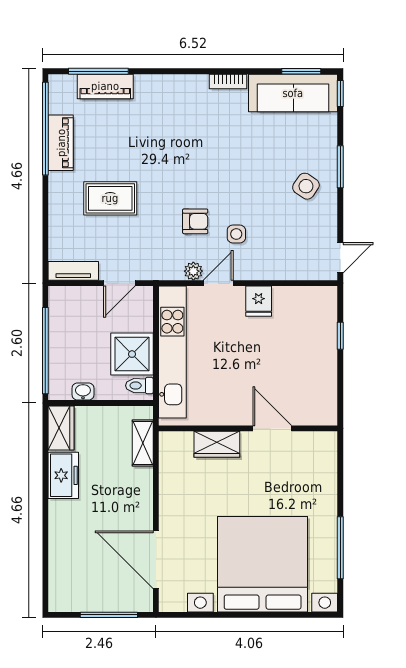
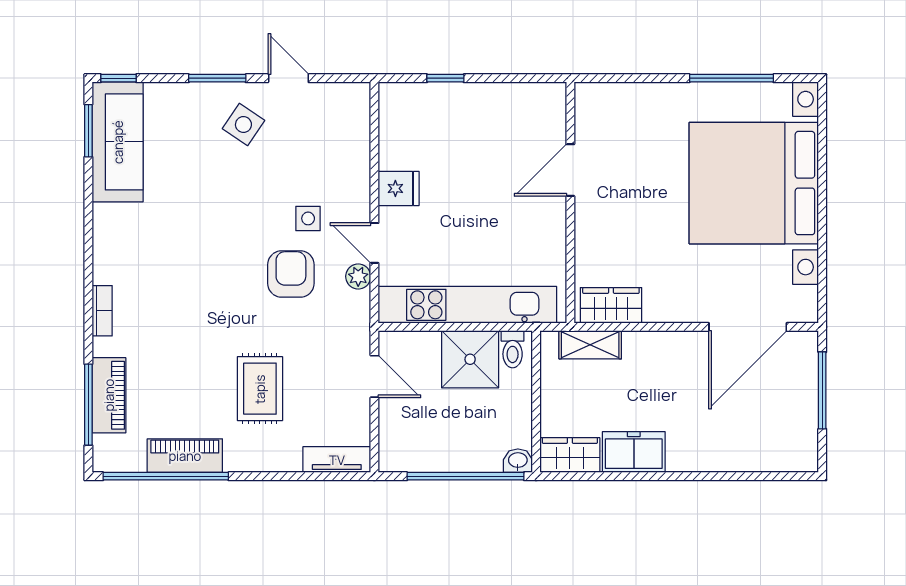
bookcase: (228, 81) -> (102, 311), moved
armchair: (195, 221) -> (291, 274), width x1.38, depth x1.38
door: (340, 258) -> (288, 78), moved
tv unit: (73, 271) -> (337, 460), moved, turned 90
washbasin: (83, 391) -> (518, 461), moved, turned 90
wardrobe: (217, 444) -> (611, 305), moved, turned -90

